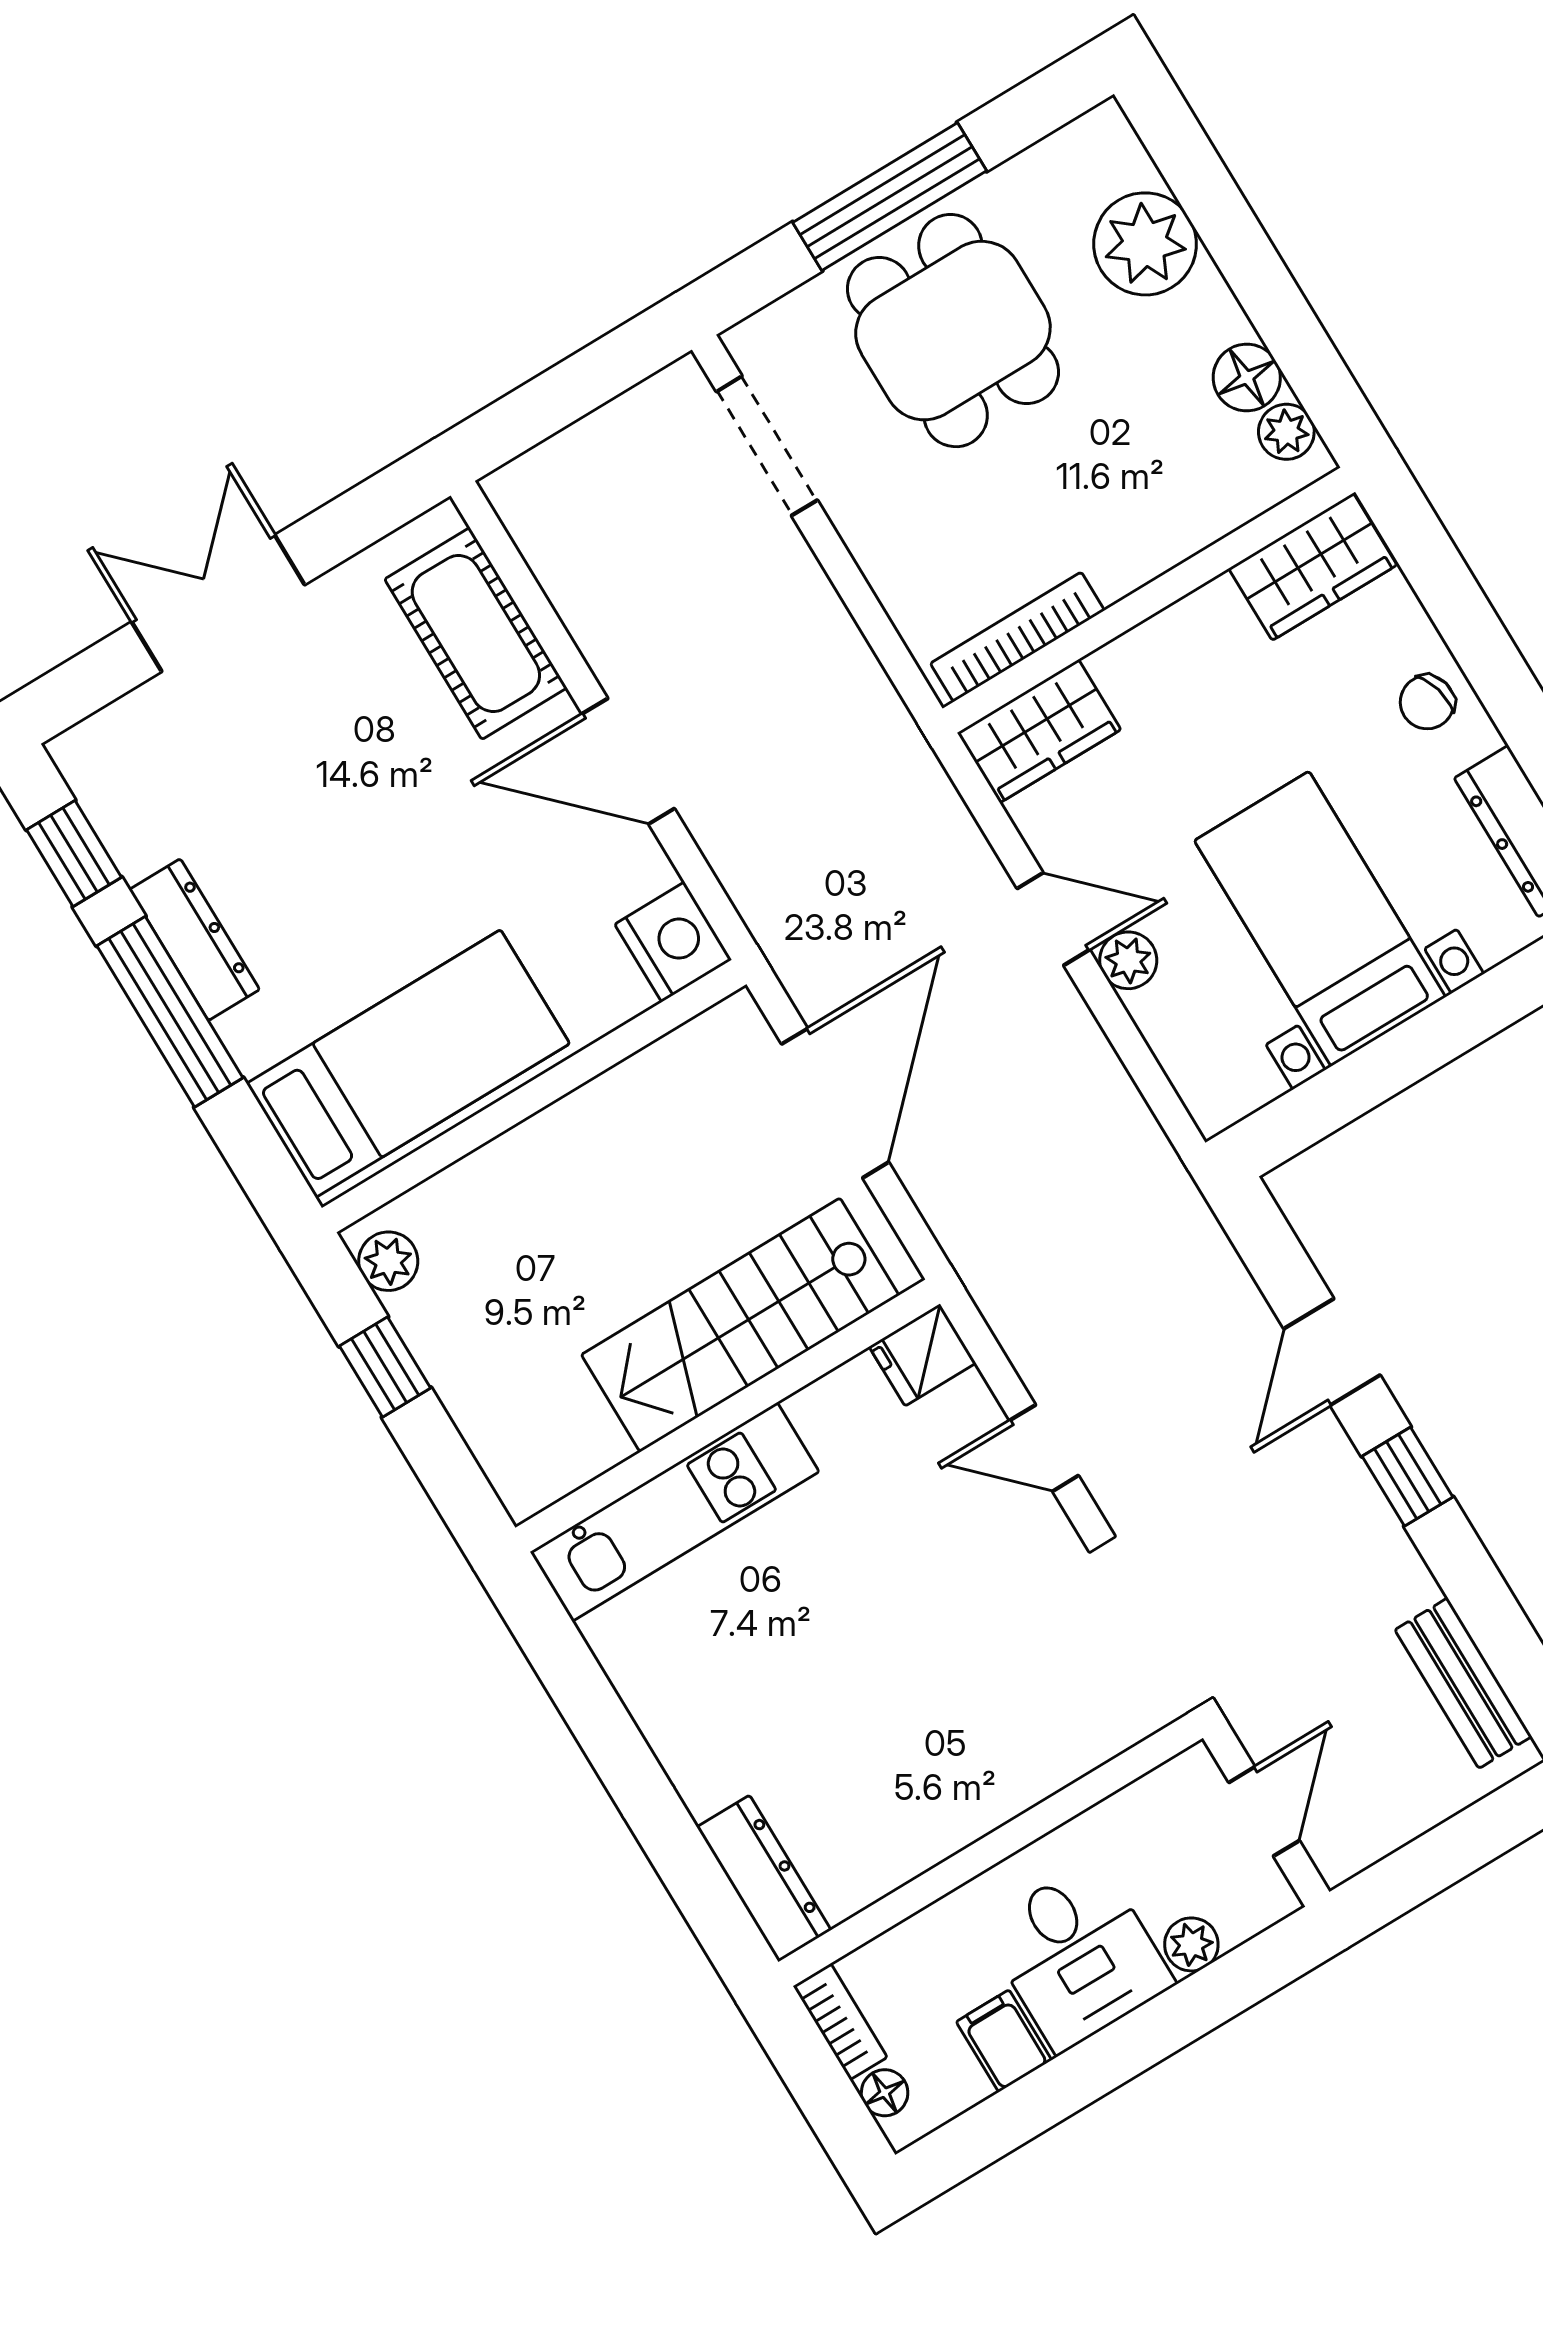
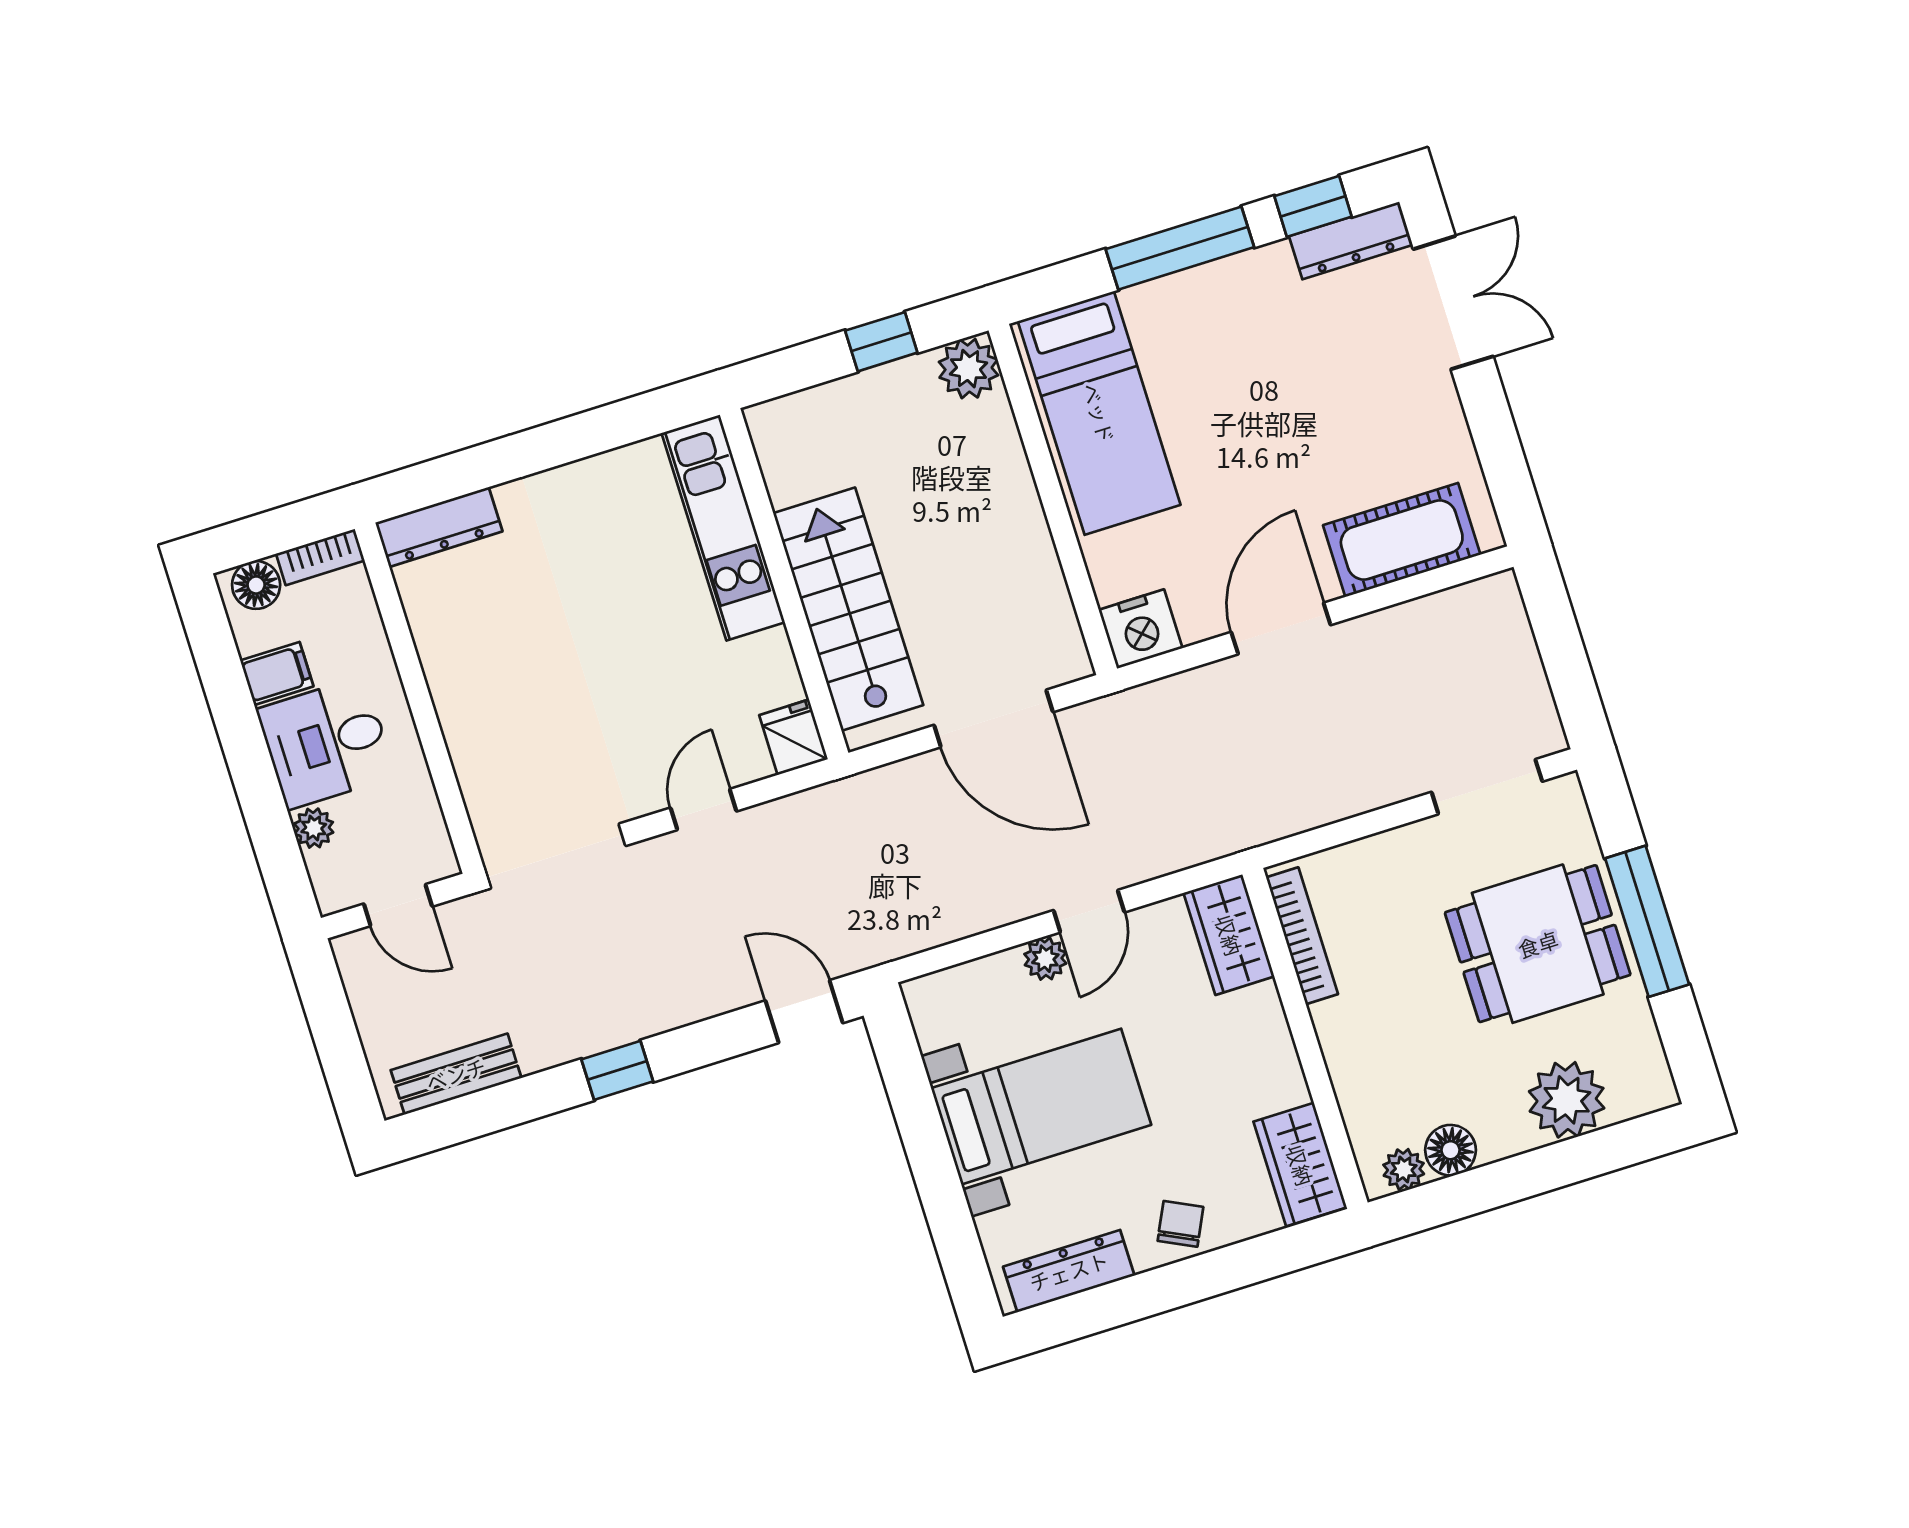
double door: (218, 603) -> (1453, 303), moved
chair: (1427, 702) -> (1180, 1224), turned 41
dresser: (194, 940) -> (1351, 241), moved
plant: (388, 1261) -> (969, 369), width x1.38, depth x1.38
door: (1332, 1352) -> (804, 1012), moved
floor lamp: (885, 2093) -> (256, 585), width x1.37, depth x1.37

